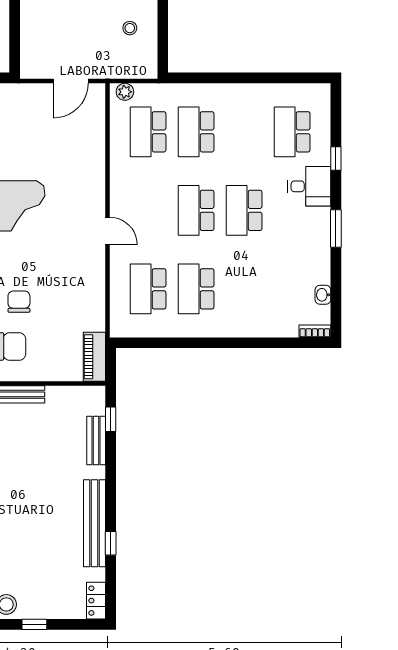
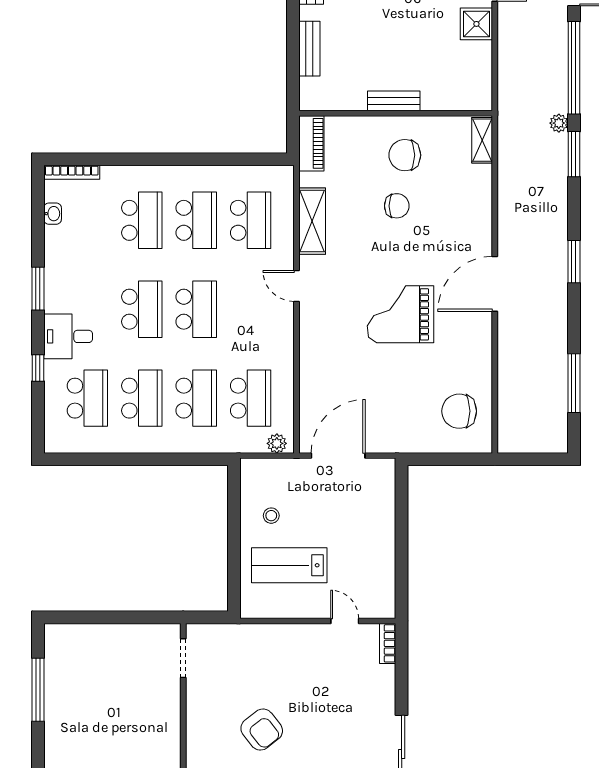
door: (71, 81) -> (338, 456), width x1.36
school desk: (244, 132) -> (142, 398), added
shelving: (94, 288) -> (312, 221), added
school desk: (244, 289) -> (142, 220), added
chair: (19, 302) -> (397, 206), turned -90
bookcase: (315, 331) -> (72, 172), width x1.56
window: (111, 419) -> (293, 73), removed

